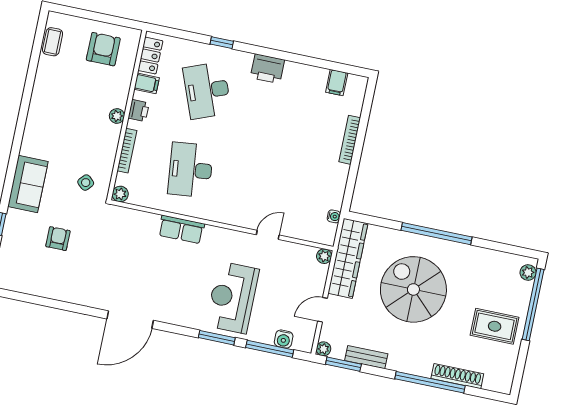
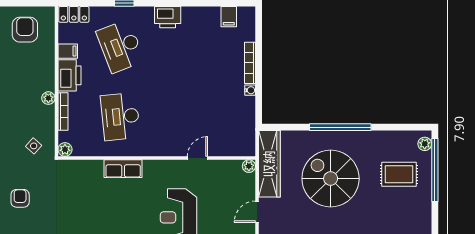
locker: (150, 56) -> (74, 14), moved, turned 90
printer: (139, 111) -> (69, 75), width x1.87, depth x1.48
plant: (117, 116) -> (48, 98), moved
water cooler: (334, 216) -> (250, 90), moved
rug: (495, 326) -> (399, 174), moved

